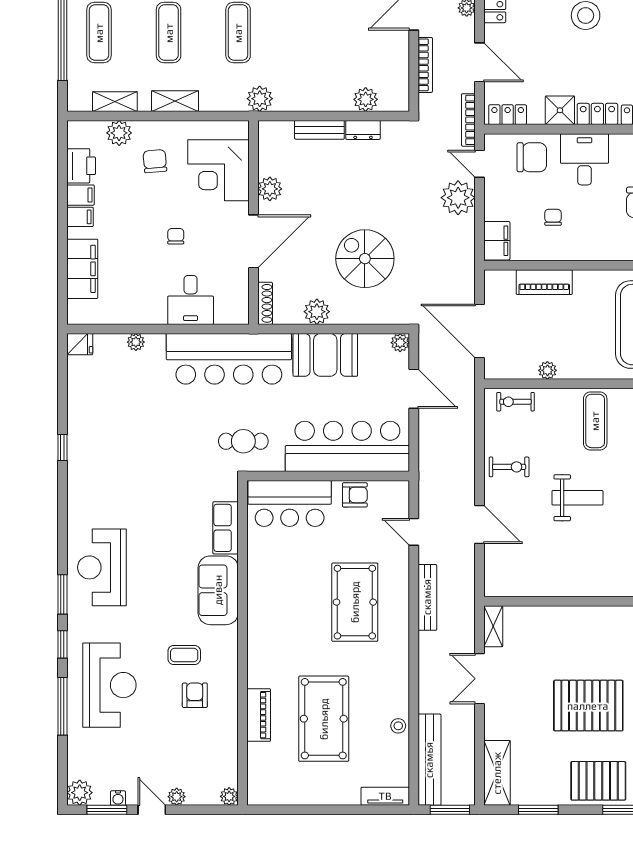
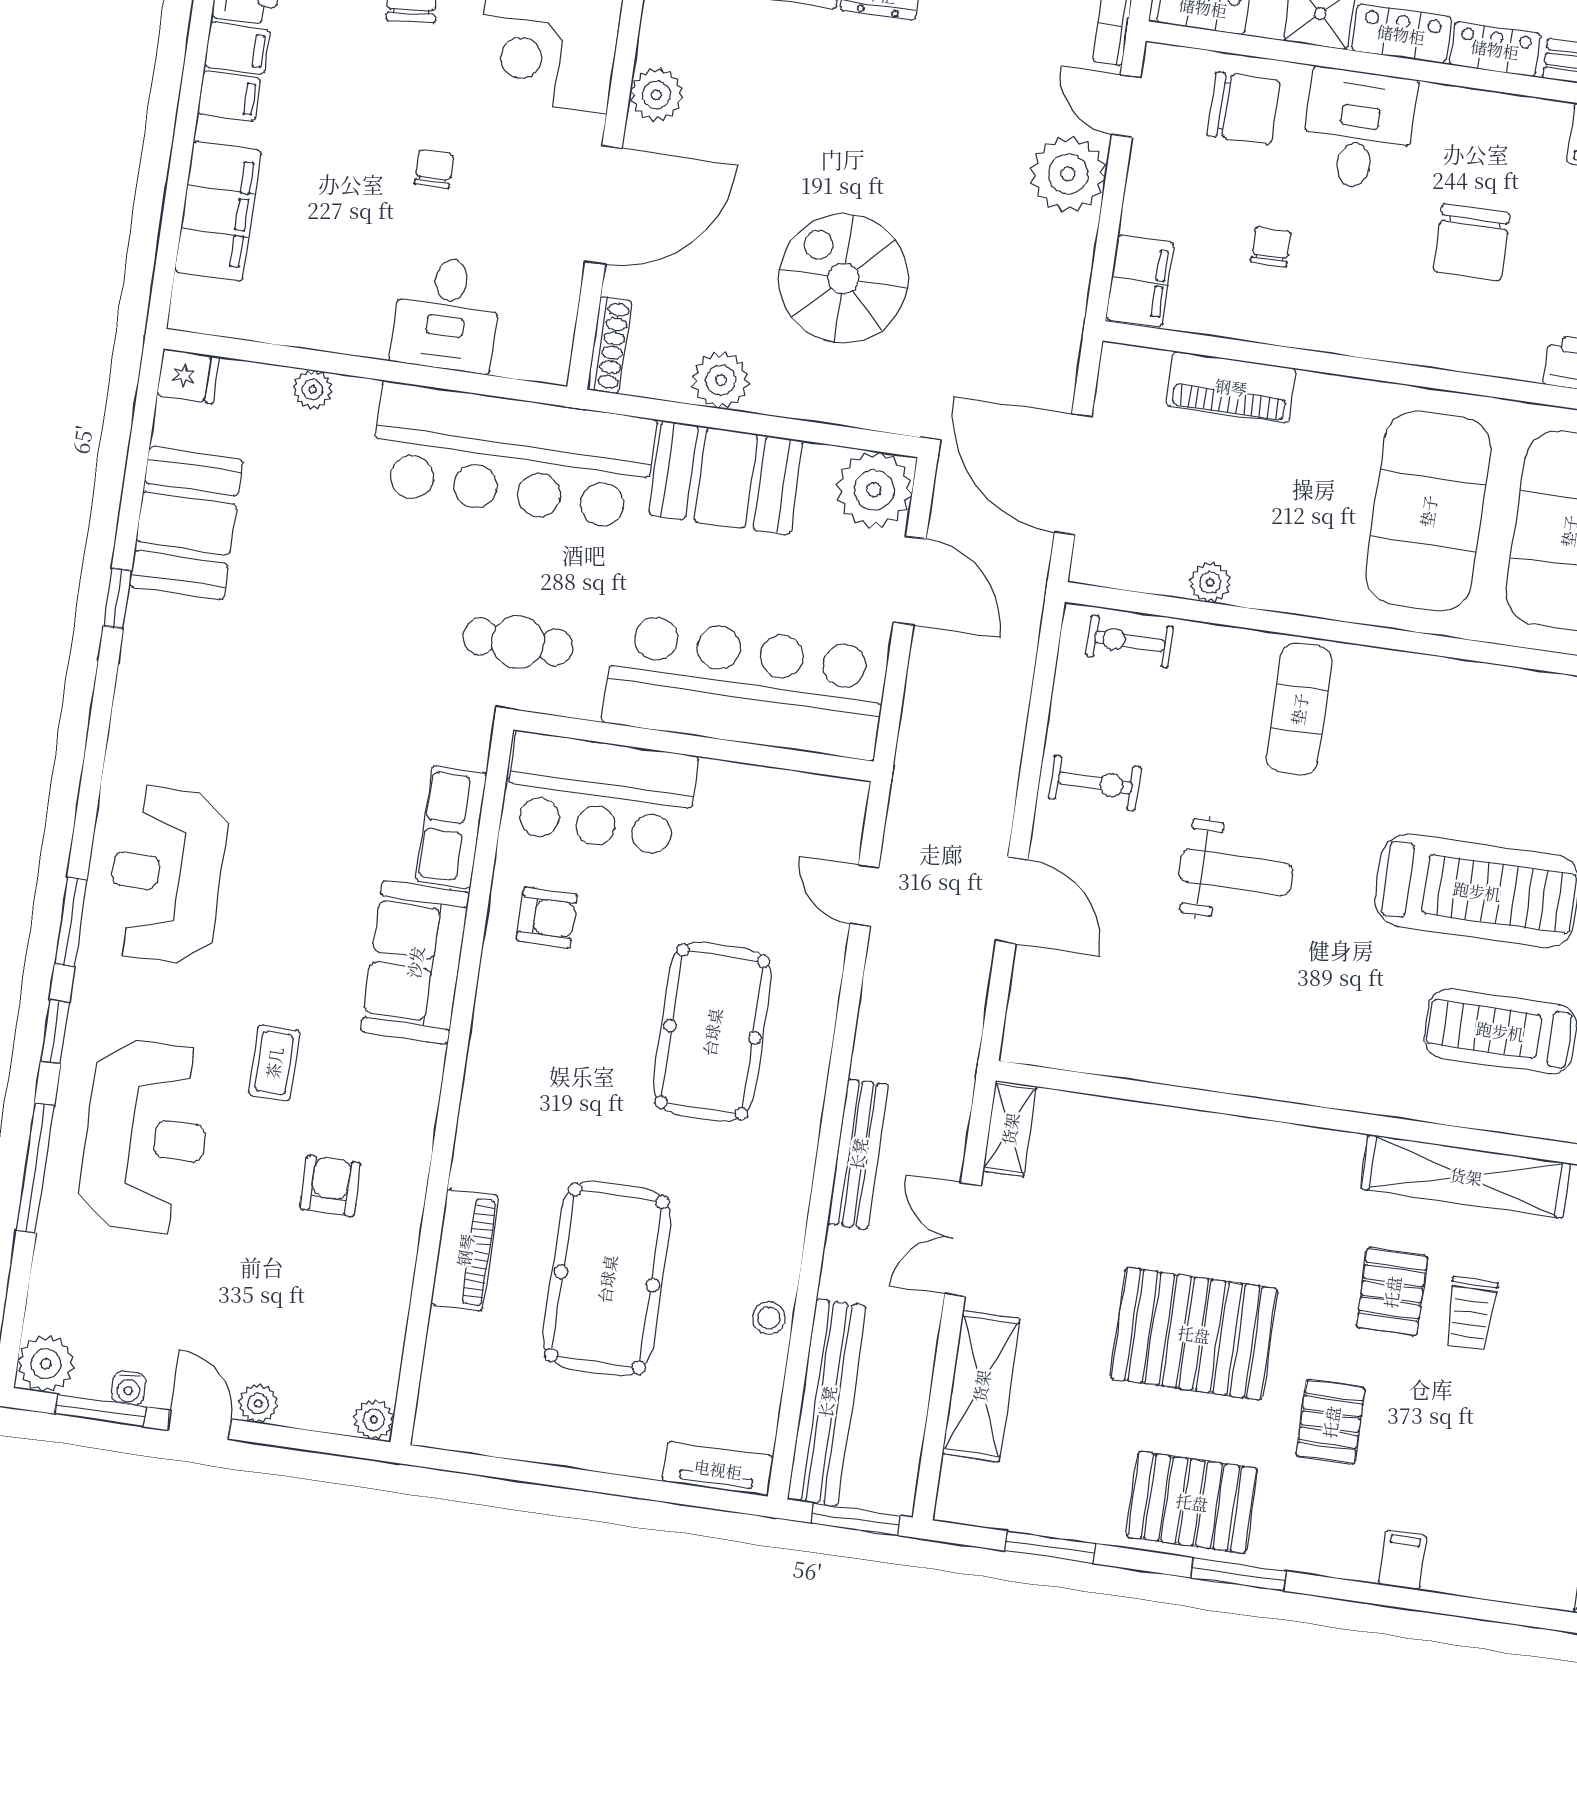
plant: (400, 343) -> (874, 490), width x1.87, depth x1.87
booth: (88, 410) -> (186, 523), added
armchair: (355, 495) -> (547, 917), moved
bench: (427, 597) -> (858, 1154), moved
coffee table: (184, 655) -> (274, 1063), moved, turned 90
shelving: (497, 773) -> (981, 1386), moved

